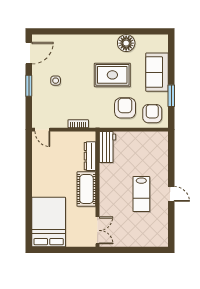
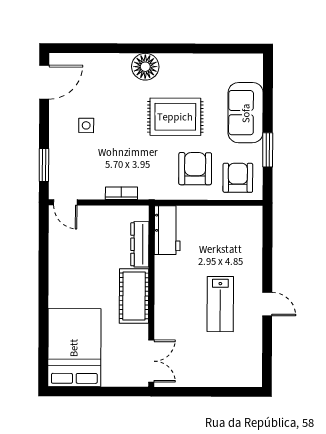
floor lamp: (126, 43) -> (145, 67), moved
window: (29, 86) -> (44, 165), moved

